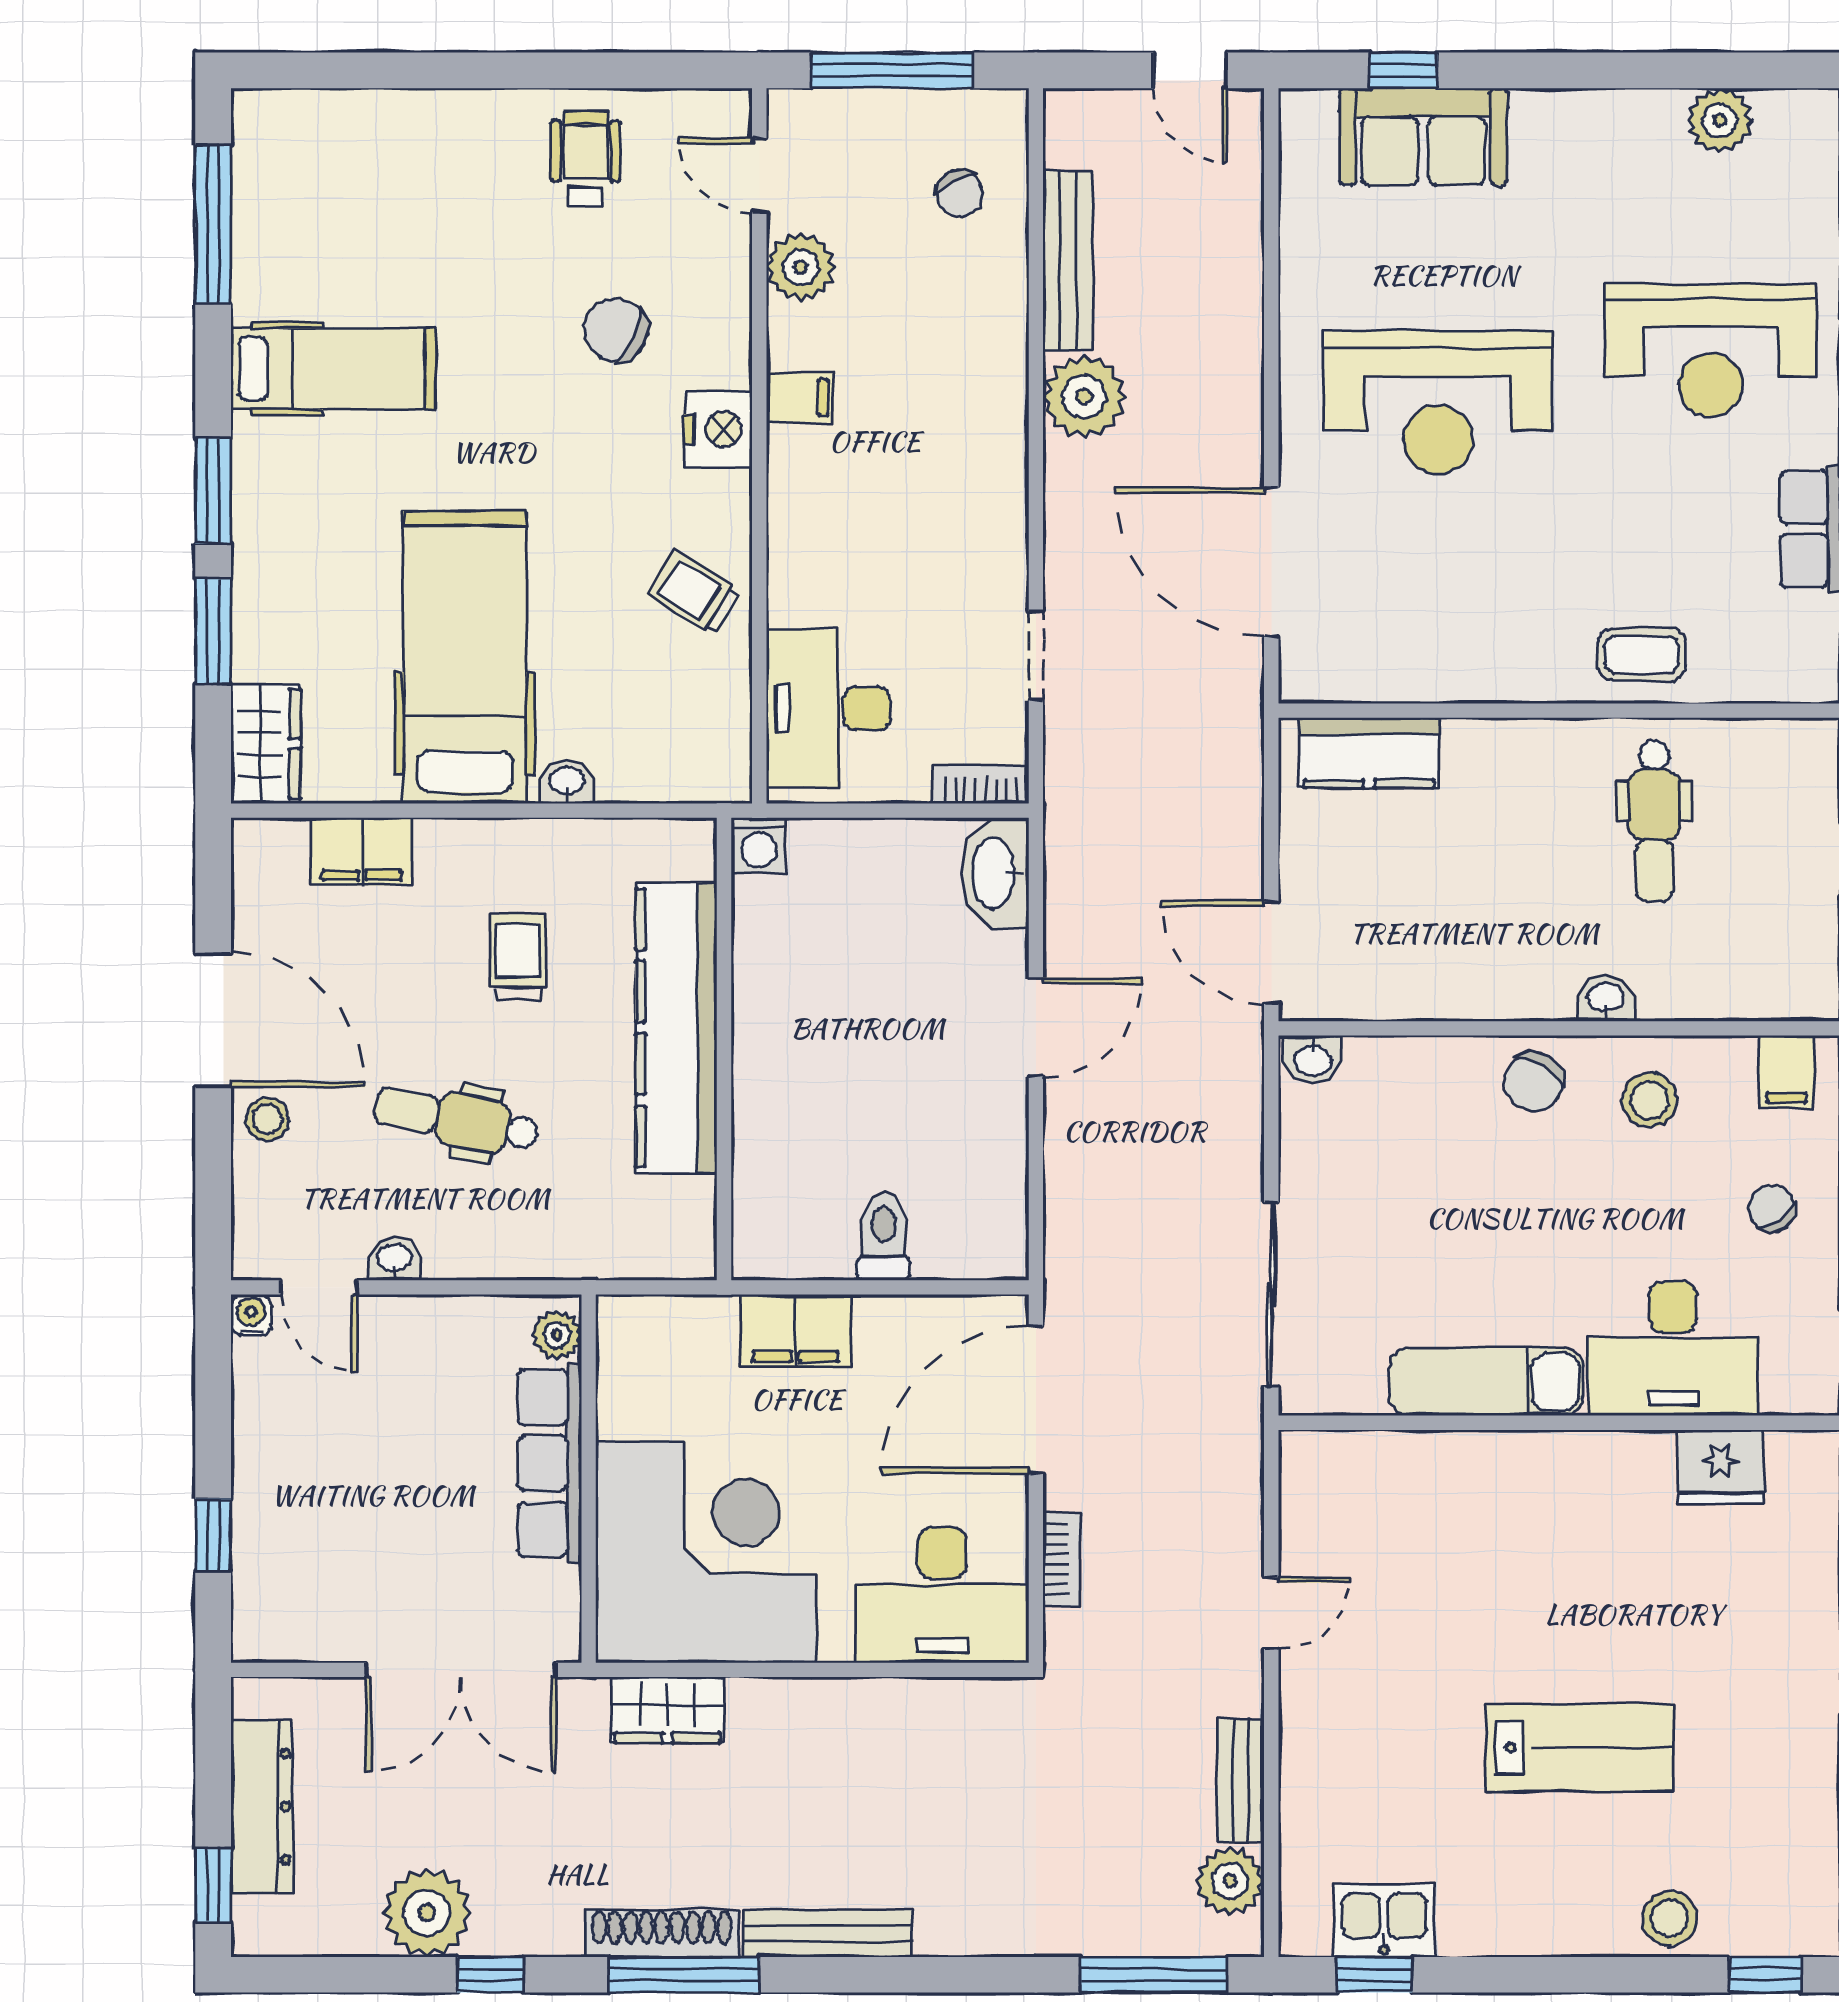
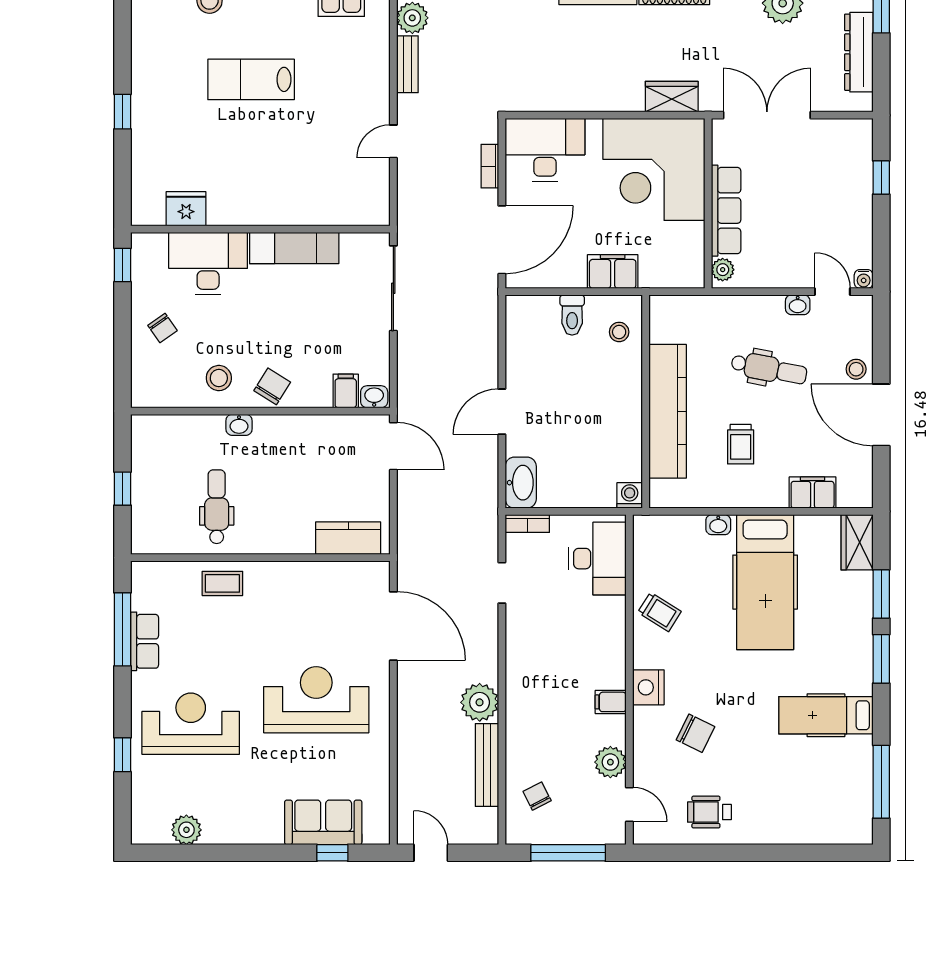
wheelchair: (586, 159) -> (709, 812), turned 90
filing cabinet: (1787, 1072) -> (346, 391), moved
stool: (781, 1200) -> (619, 332), added

